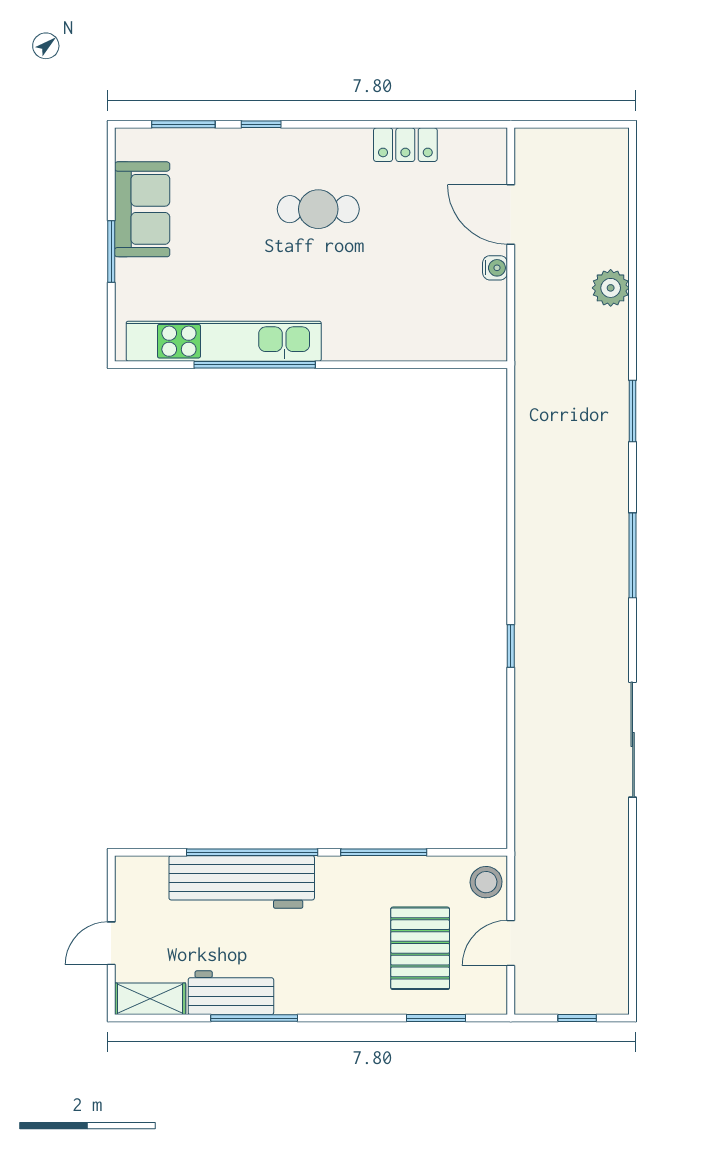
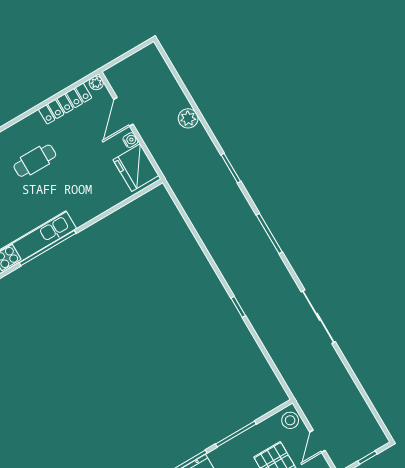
plant: (494, 141) -> (96, 83), added
locker: (405, 145) -> (65, 104), width x1.53
door: (511, 214) -> (123, 112), hinge flipped
fridge: (477, 318) -> (136, 168), added

